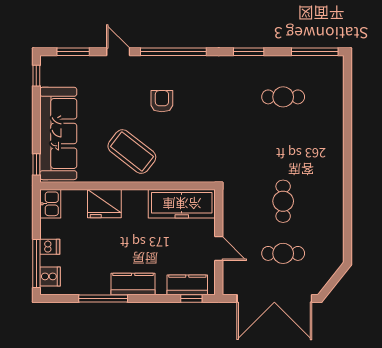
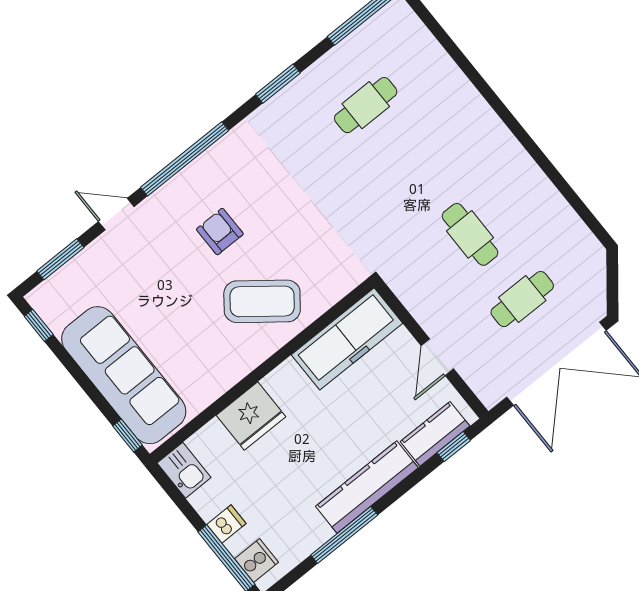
coffee table: (132, 152) -> (262, 301), moved
door: (219, 248) -> (437, 357), swing flipped
kitchen counter: (133, 284) -> (367, 487), width x1.50

